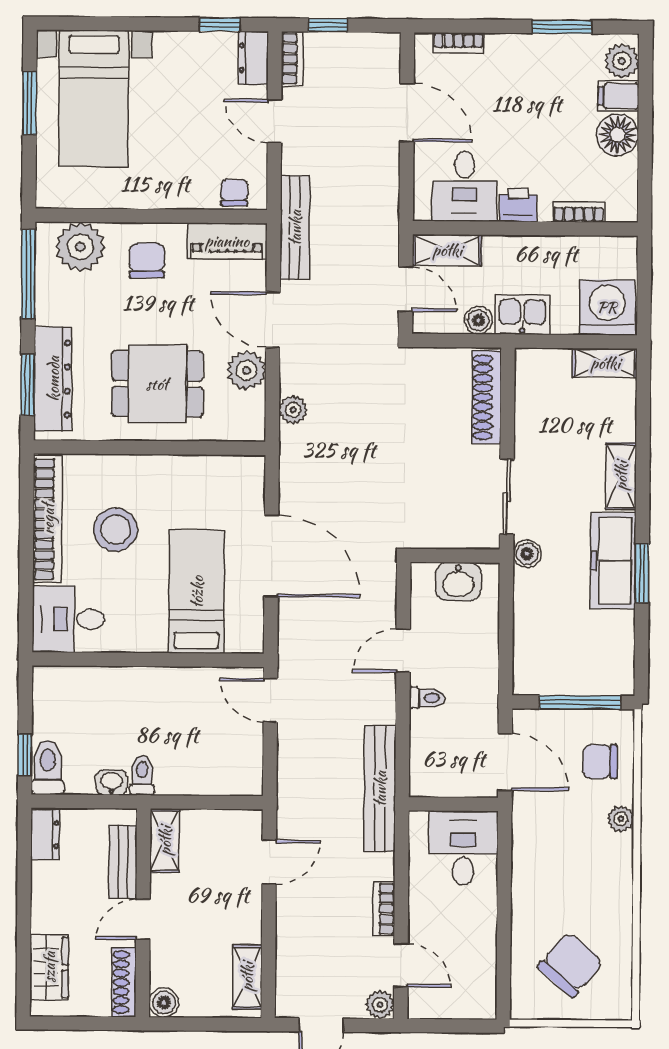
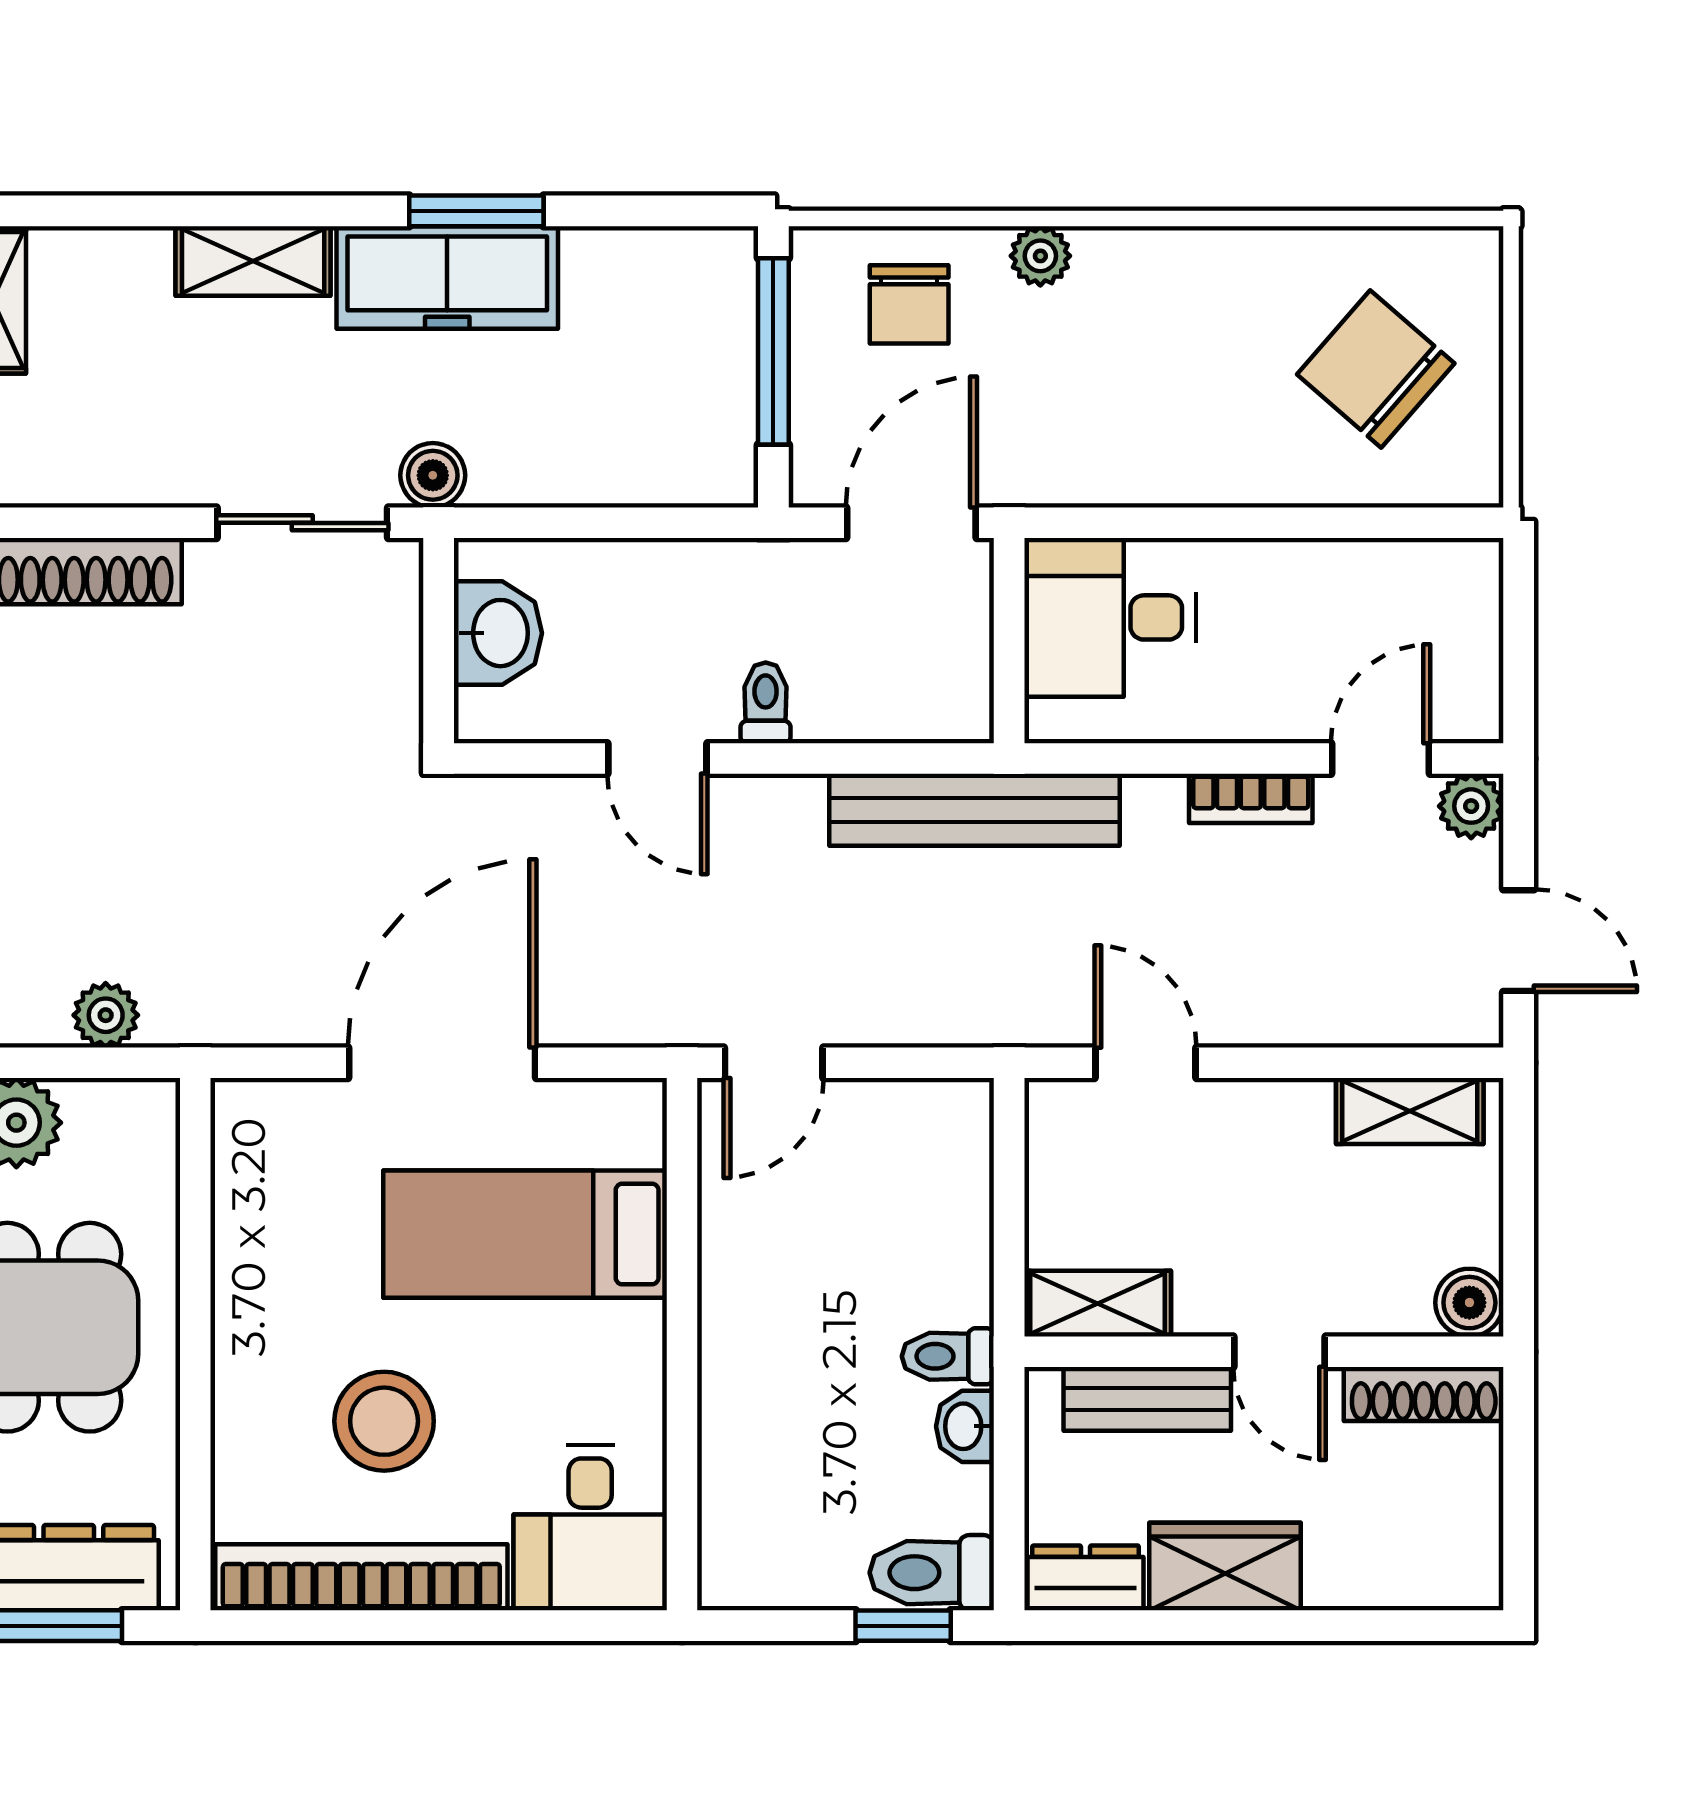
wardrobe: (49, 967) -> (1225, 1566), moved

